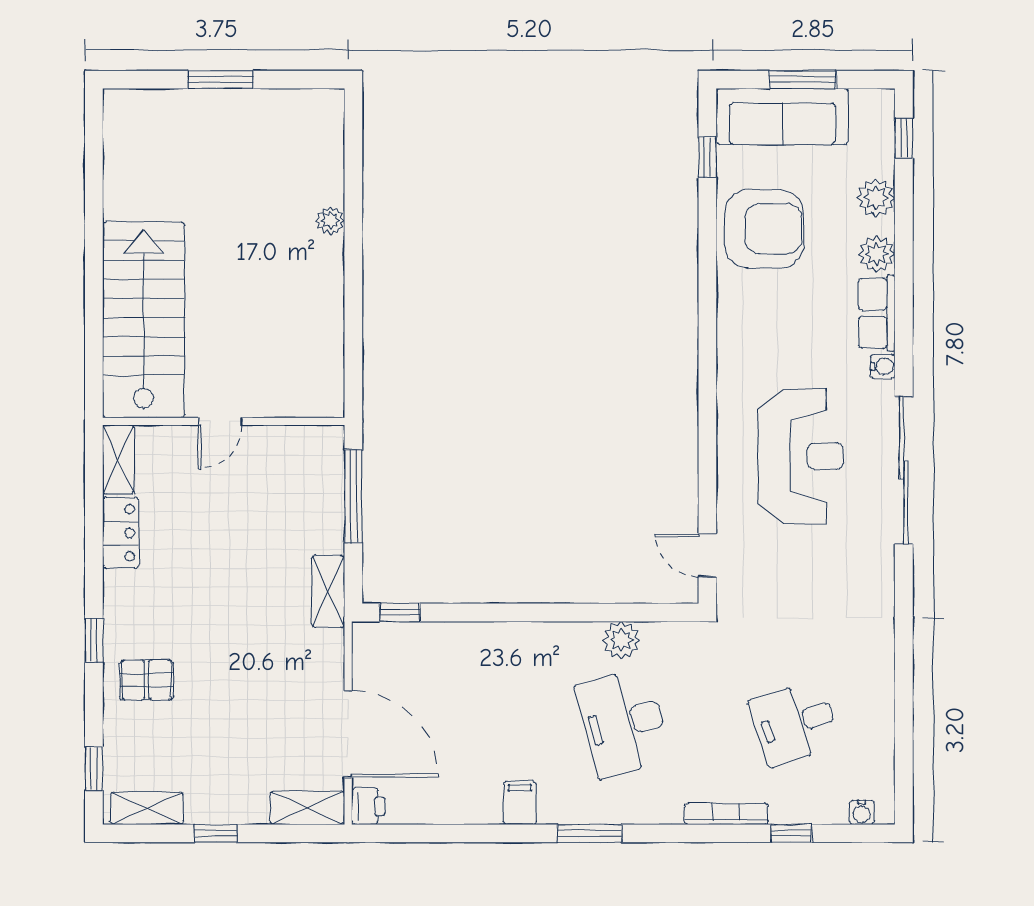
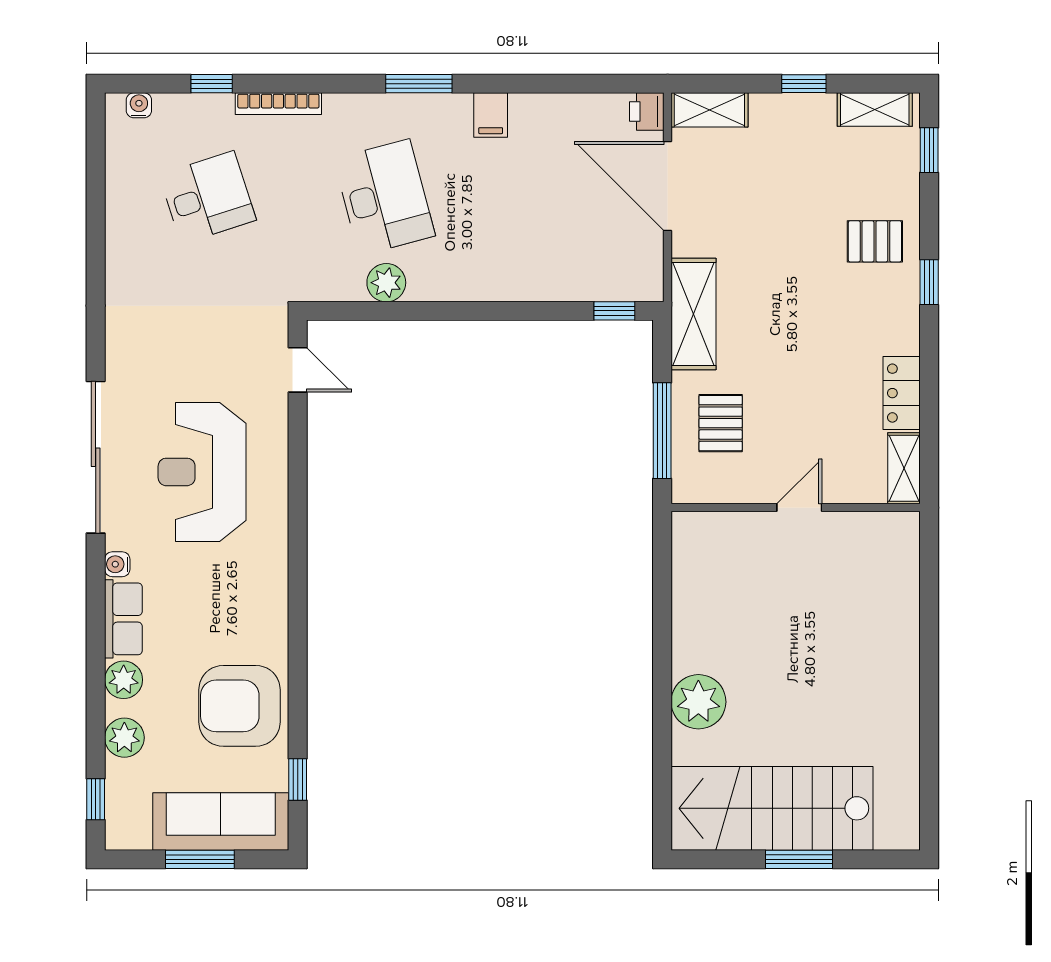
plant: (330, 220) -> (698, 702), width x1.87, depth x1.87
stairs: (144, 320) -> (772, 808), moved, turned 90
pallet: (297, 504) -> (721, 423), added
shelving: (328, 591) -> (693, 314), width x1.50, depth x1.33

